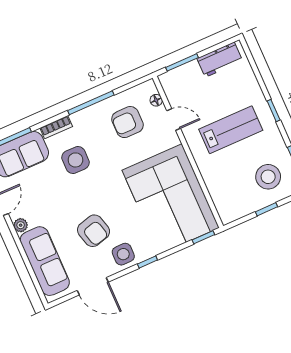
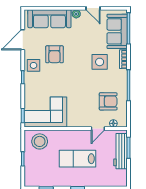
workbench: (220, 60) -> (121, 151), moved, width x1.38
armchair: (127, 122) -> (108, 101), turned 90
lab bench: (231, 130) -> (77, 159), turned 90
stool: (268, 177) -> (40, 141), moved
corner sofa: (171, 199) -> (45, 112), width x0.73, depth x0.74
armchair: (94, 231) -> (54, 54), turned -75

